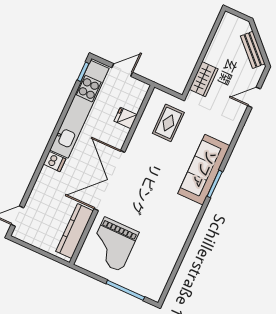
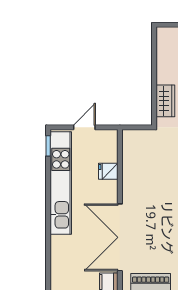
rug: (168, 123) -> (151, 158), removed
dishwasher: (54, 161) -> (60, 243), removed

